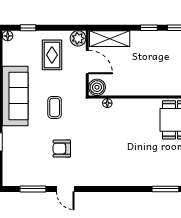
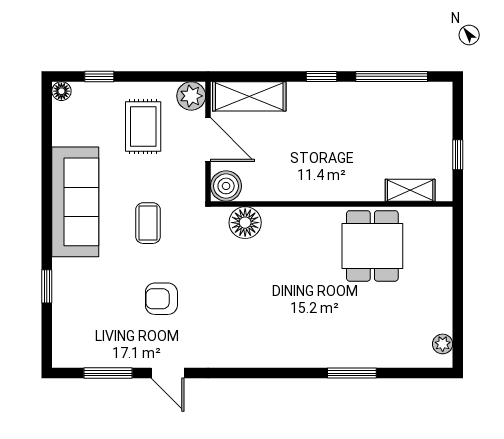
floor lamp: (107, 103) -> (245, 223), width x1.89, depth x1.89

